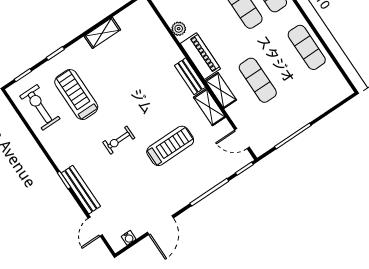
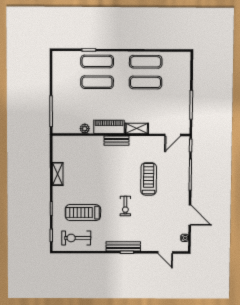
exercise mat: (258, 80) -> (145, 82), moved
shelving: (209, 107) -> (142, 141), removed
bench: (81, 190) -> (123, 246), moved

